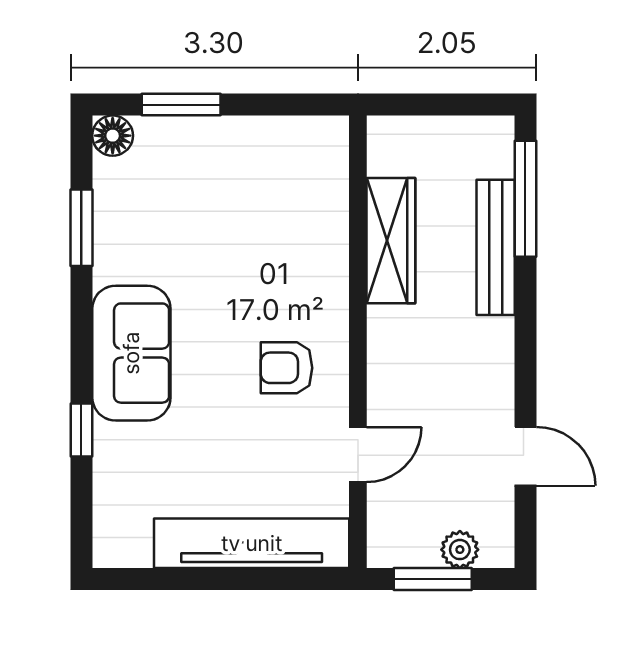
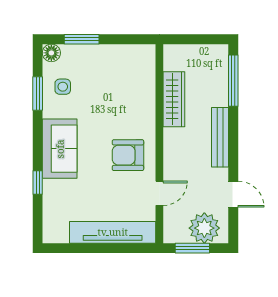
side table: (138, 212) -> (63, 87), added
bench: (496, 247) -> (220, 137), moved
armchair: (286, 368) -> (128, 155), width x1.38, depth x1.38
plant: (460, 550) -> (204, 228), width x1.88, depth x1.88

